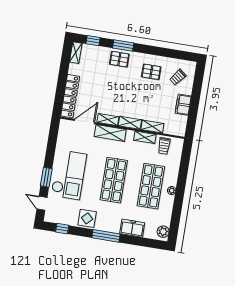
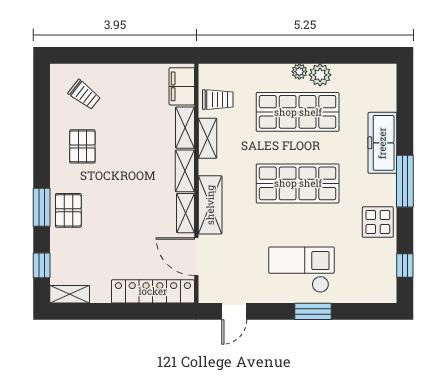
filing cabinet: (183, 105) -> (182, 86), moved, turned 90
checkout: (69, 175) -> (302, 270), width x0.73, depth x0.83
door: (42, 203) -> (234, 311), moved
freezer: (132, 228) -> (382, 143), width x1.40
plant: (163, 232) -> (320, 75), moved

